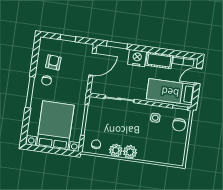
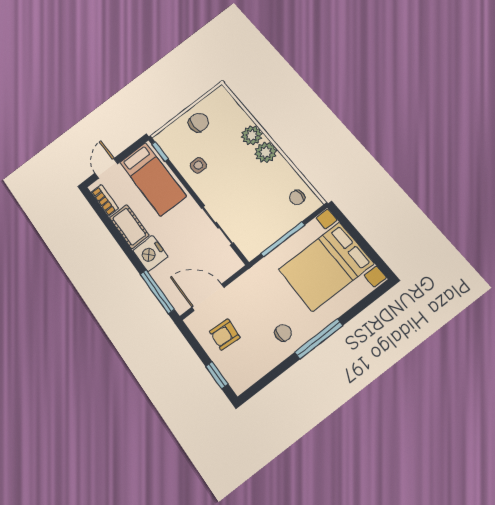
window: (68, 38) -> (217, 375), moved
window: (117, 45) -> (157, 292), width x1.44
armchair: (53, 62) -> (225, 335), moved
door: (198, 76) -> (106, 168), swing flipped
chair: (179, 125) -> (198, 123), moved
plant: (116, 150) -> (252, 135), moved

